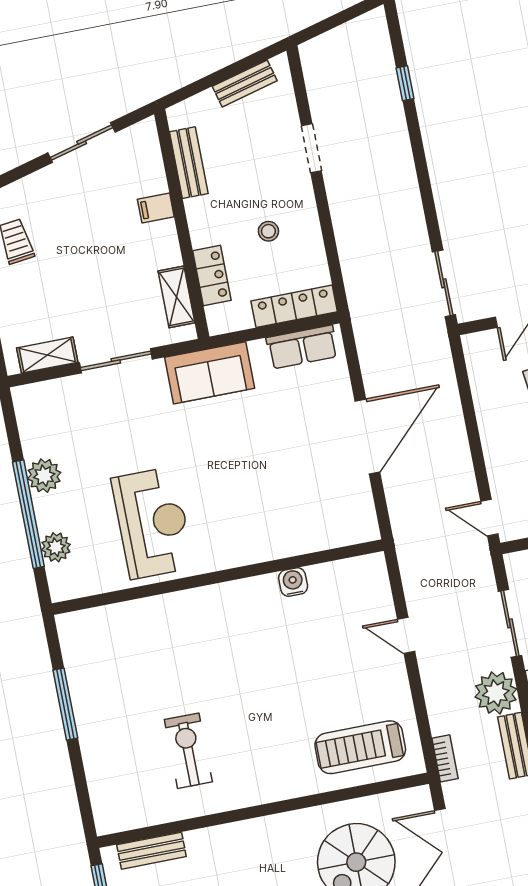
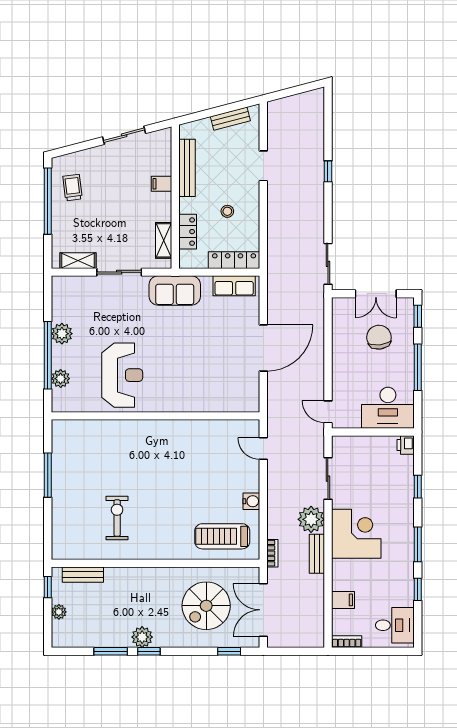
window: (405, 83) -> (328, 171), moved
bench: (189, 163) -> (187, 168), width x1.36
water cooler: (293, 582) -> (251, 501), moved, turned 90
door: (406, 635) -> (263, 449), moved

